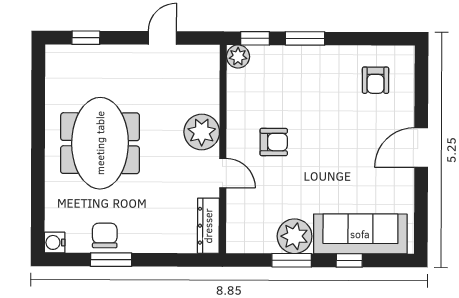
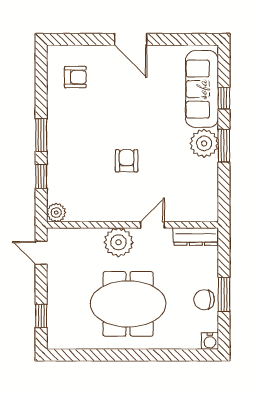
plant: (238, 56) -> (56, 213), moved
plant: (202, 132) -> (119, 242), moved
wall: (223, 149) -> (133, 225), moved
door: (223, 173) -> (152, 225), moved
dresser: (208, 226) -> (196, 237), moved

